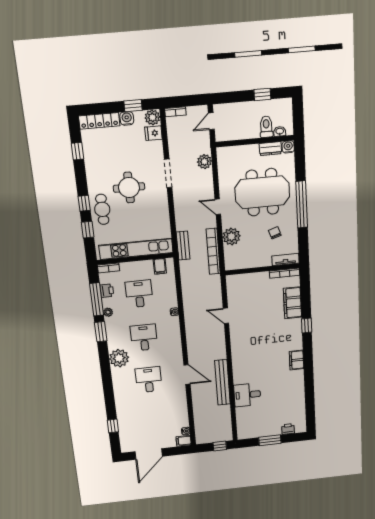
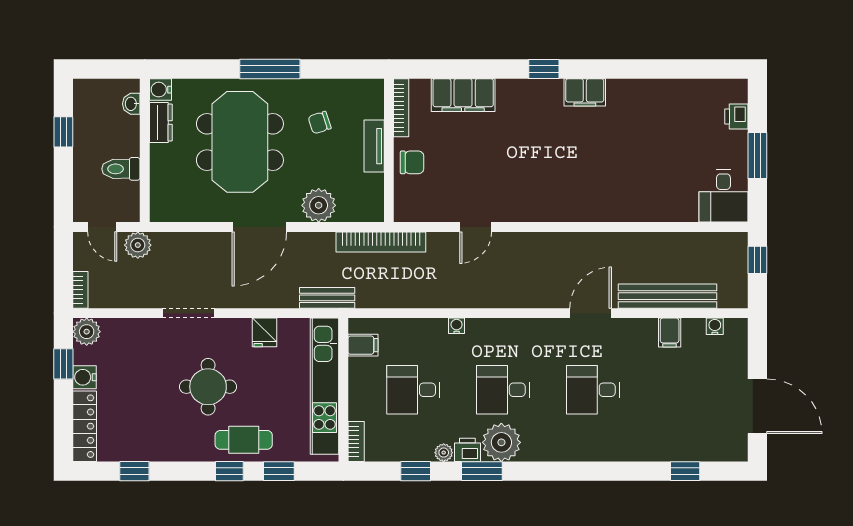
toilet: (266, 127) -> (121, 169), moved
fridge: (154, 133) -> (264, 332), moved
plant: (204, 162) -> (138, 245), moved
window: (302, 204) -> (270, 69), width x0.68
door: (218, 207) -> (259, 227), width x1.87
bookcase: (213, 251) -> (381, 242), moved
tv unit: (285, 260) -> (374, 146), moved
chair: (257, 281) -> (412, 162), added
printer: (107, 291) -> (467, 450), moved
window: (97, 299) -> (416, 471), width x0.46
window: (307, 326) -> (544, 69), moved
plant: (119, 358) -> (501, 442), moved
bench: (222, 382) -> (667, 296), moved
desk: (247, 395) -> (723, 196), moved
filing cabinet: (184, 441) -> (670, 333), moved

